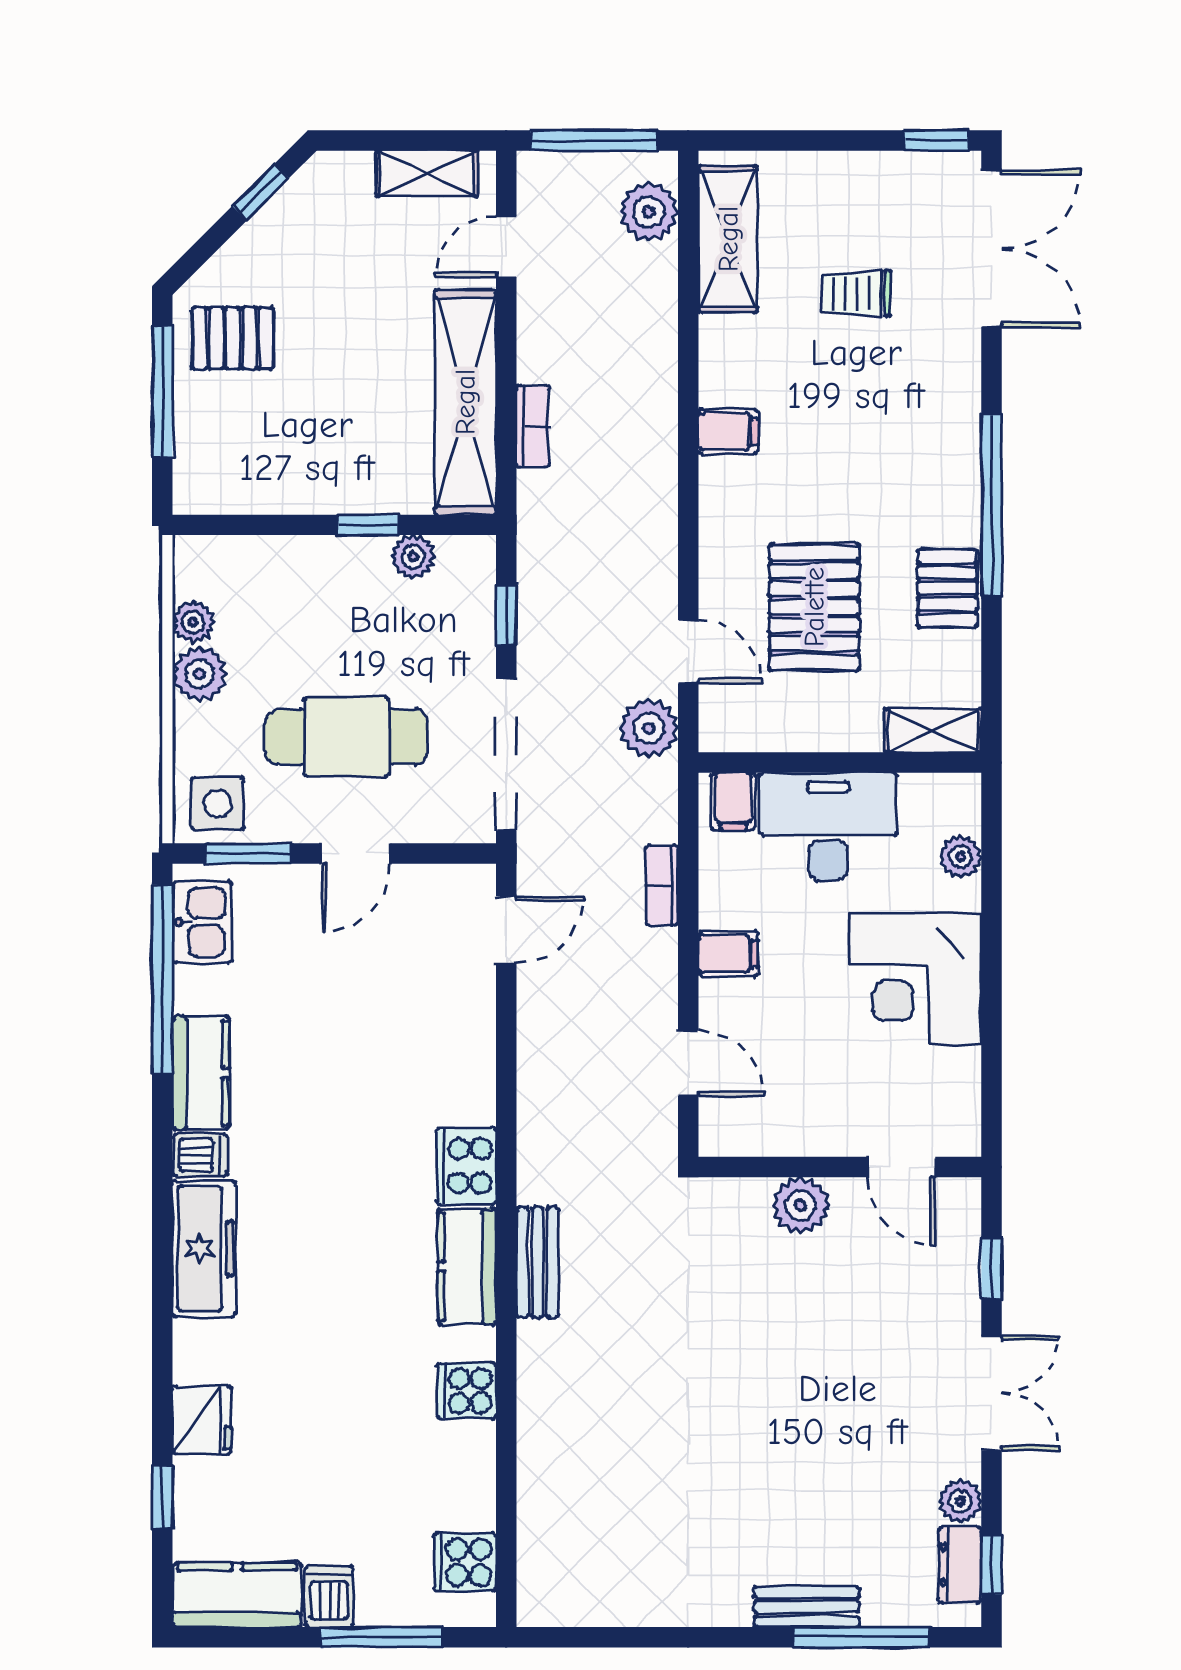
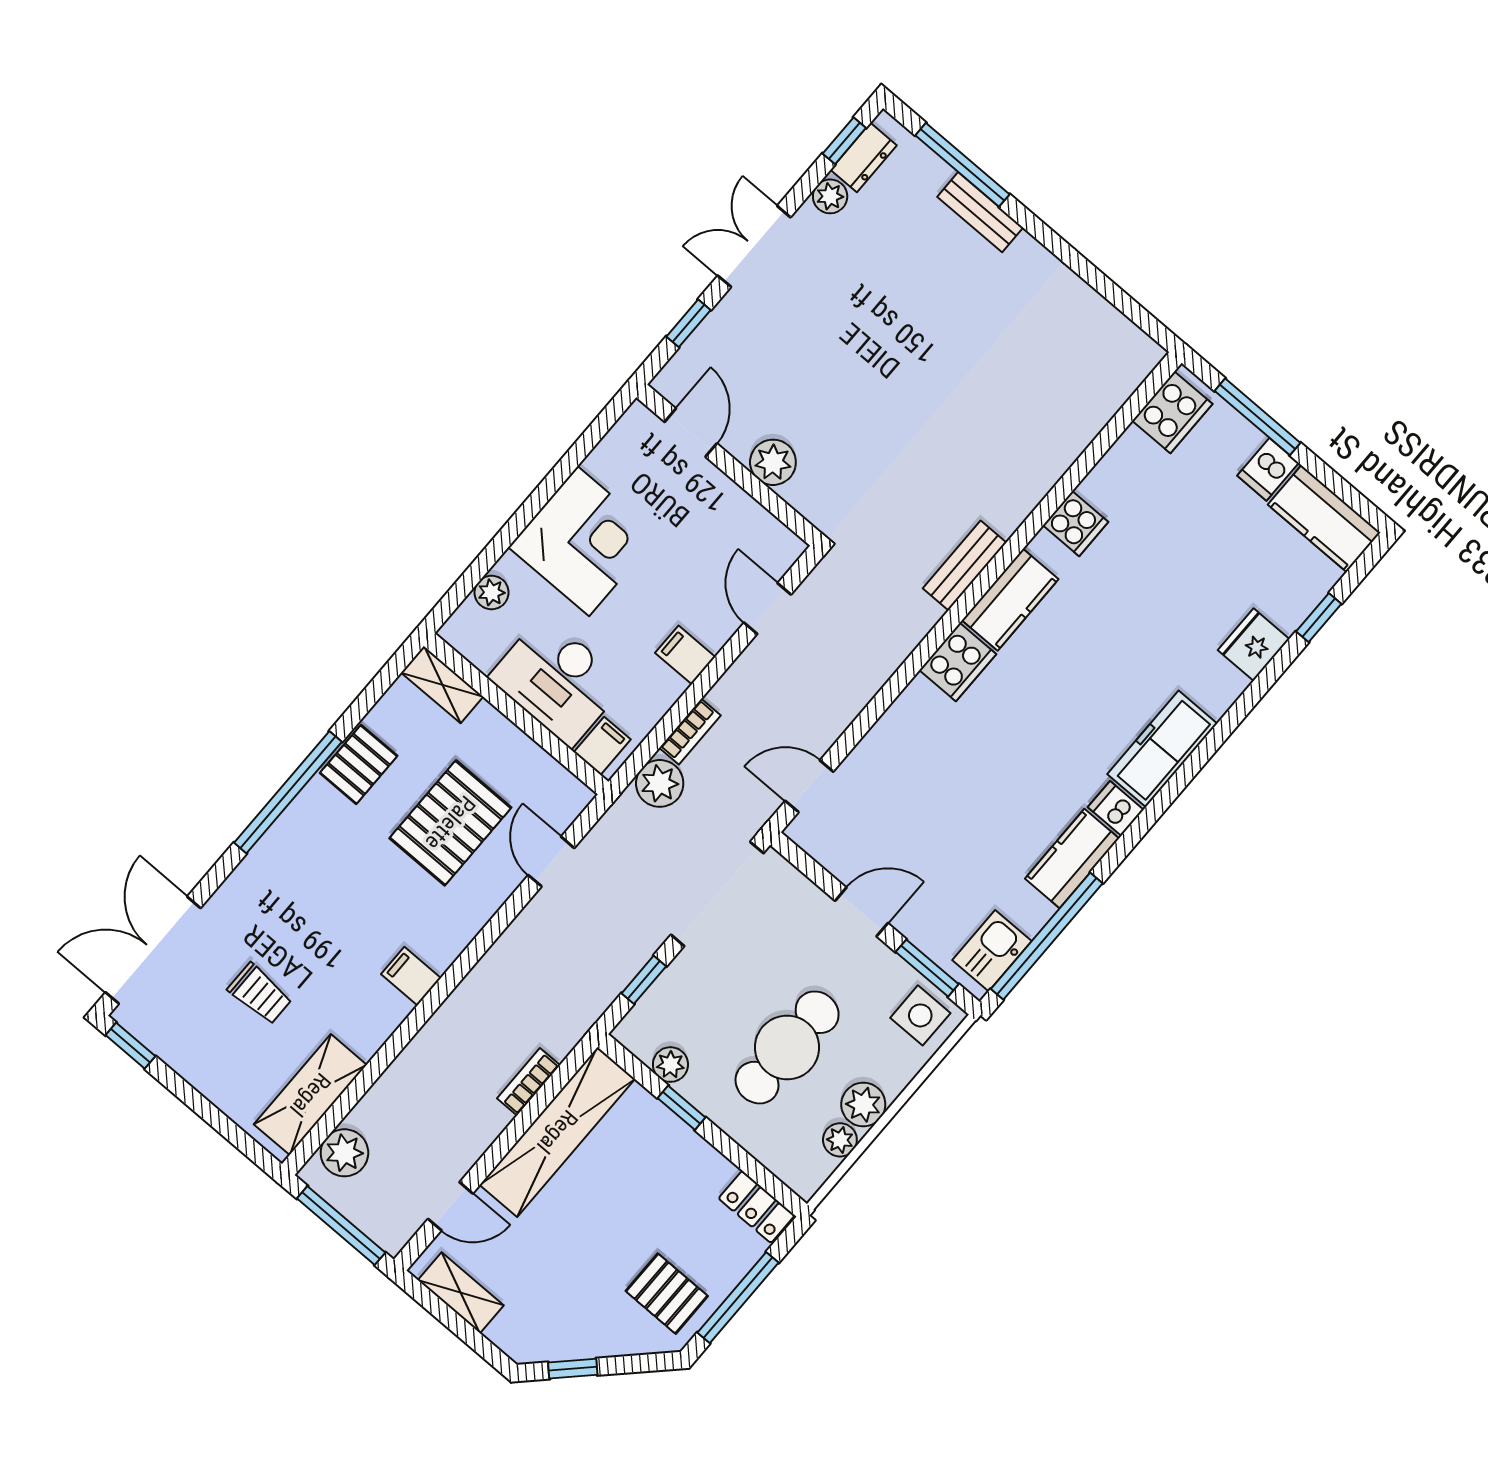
locker: (218, 492) -> (757, 1207), added
plant: (649, 728) -> (660, 783), moved
cafe table: (347, 737) -> (787, 1047), moved, turned 90
cooker: (465, 1562) -> (1172, 412), width x1.36

